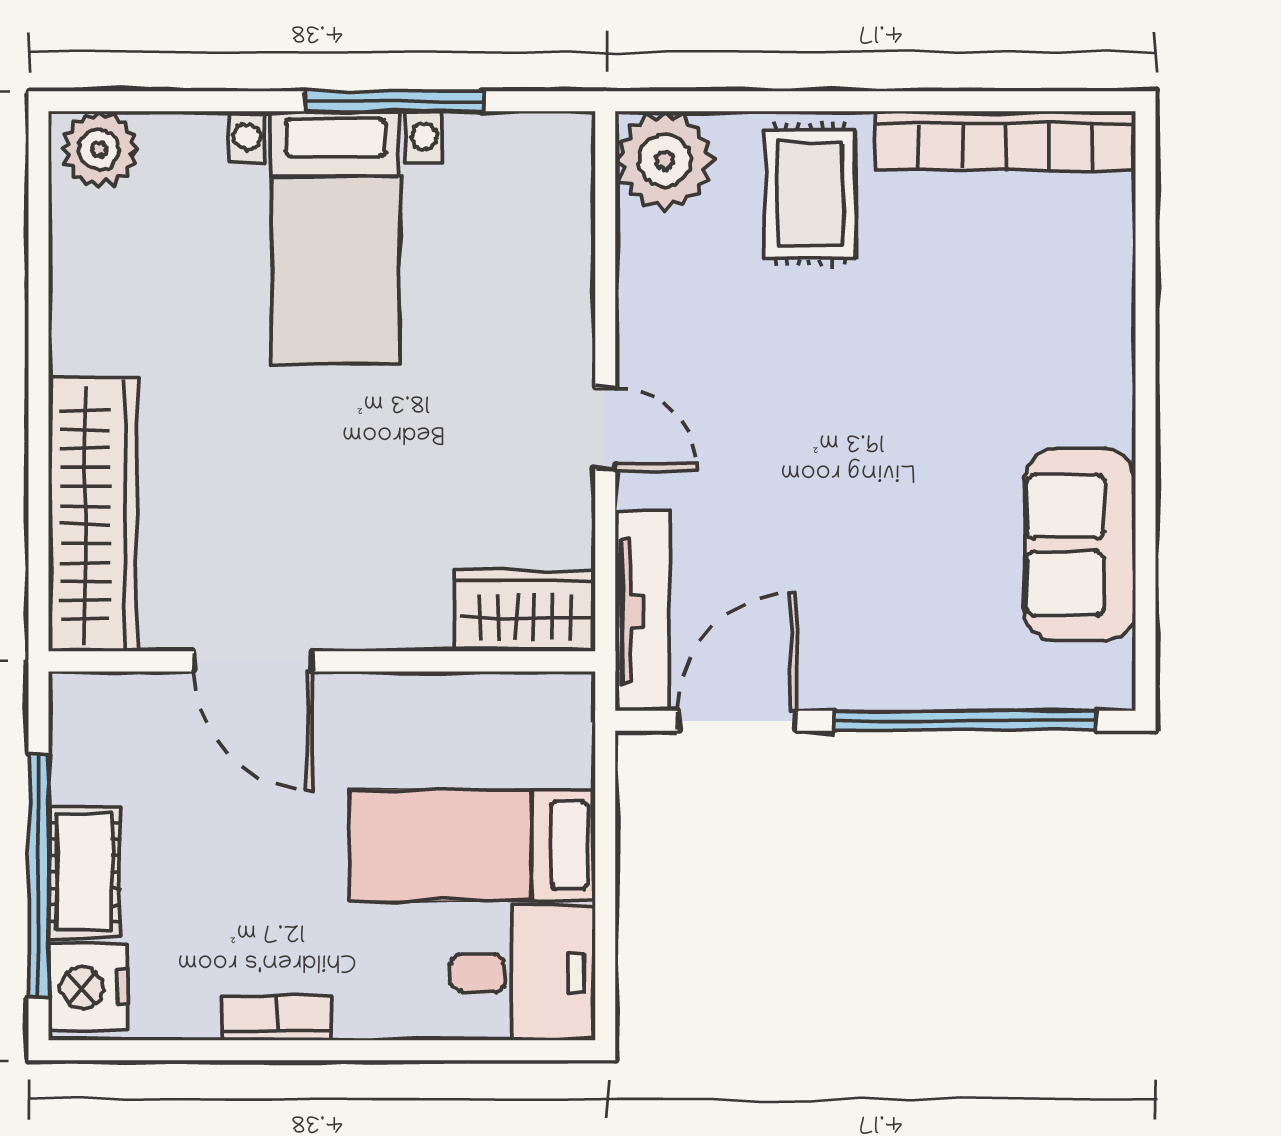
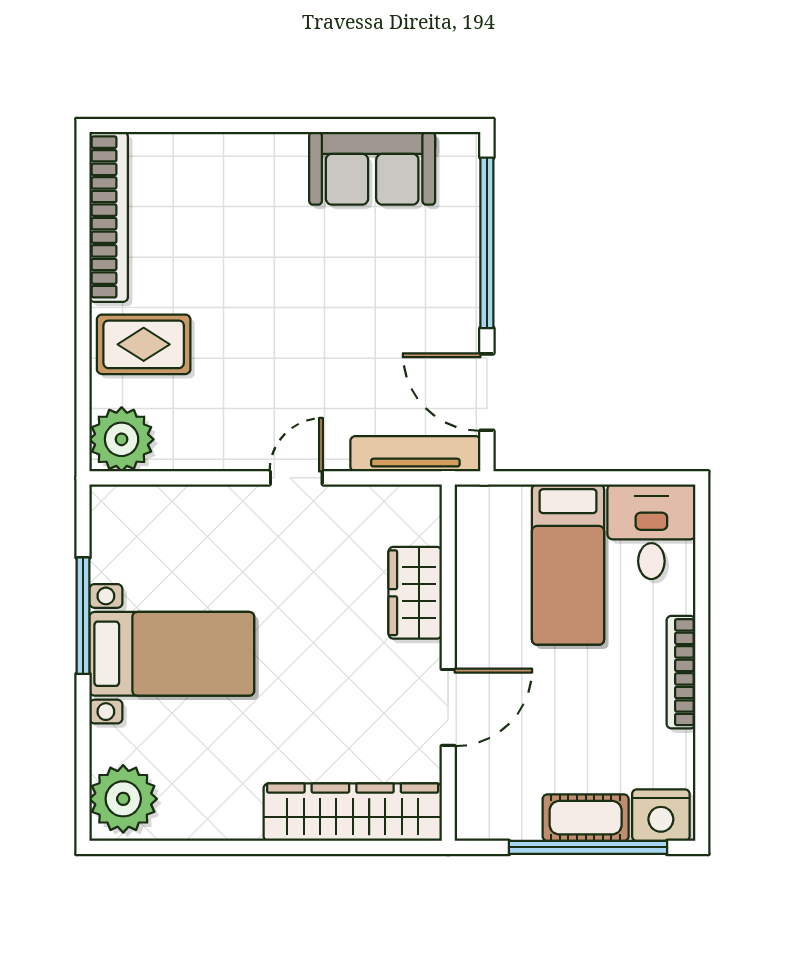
plant: (99, 149) -> (123, 799), width x1.36, depth x1.36
wardrobe: (525, 611) -> (415, 593), moved
bookcase: (276, 1018) -> (681, 672), width x1.56

